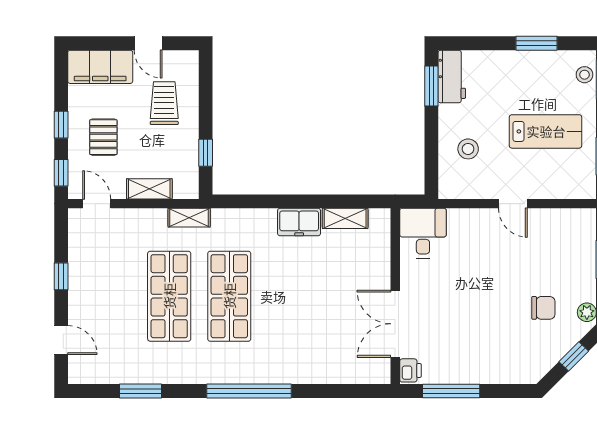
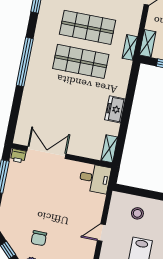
shelving: (149, 189) -> (148, 43), moved
shelving: (345, 218) -> (109, 149), moved

